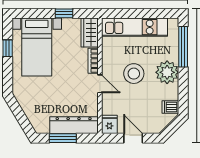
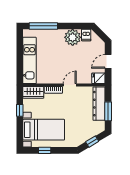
plant: (167, 72) -> (73, 37), moved
stool: (134, 74) -> (62, 61), removed
window: (20, 116) -> (92, 142), added

